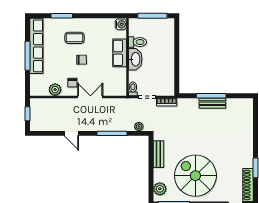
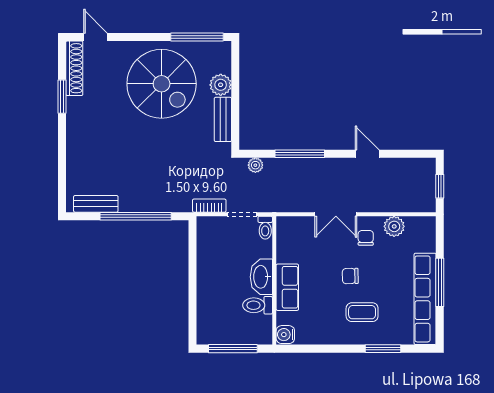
window: (211, 96) -> (136, 216), width x1.46
bench: (212, 103) -> (96, 204), moved
plant: (160, 189) -> (221, 85), moved

